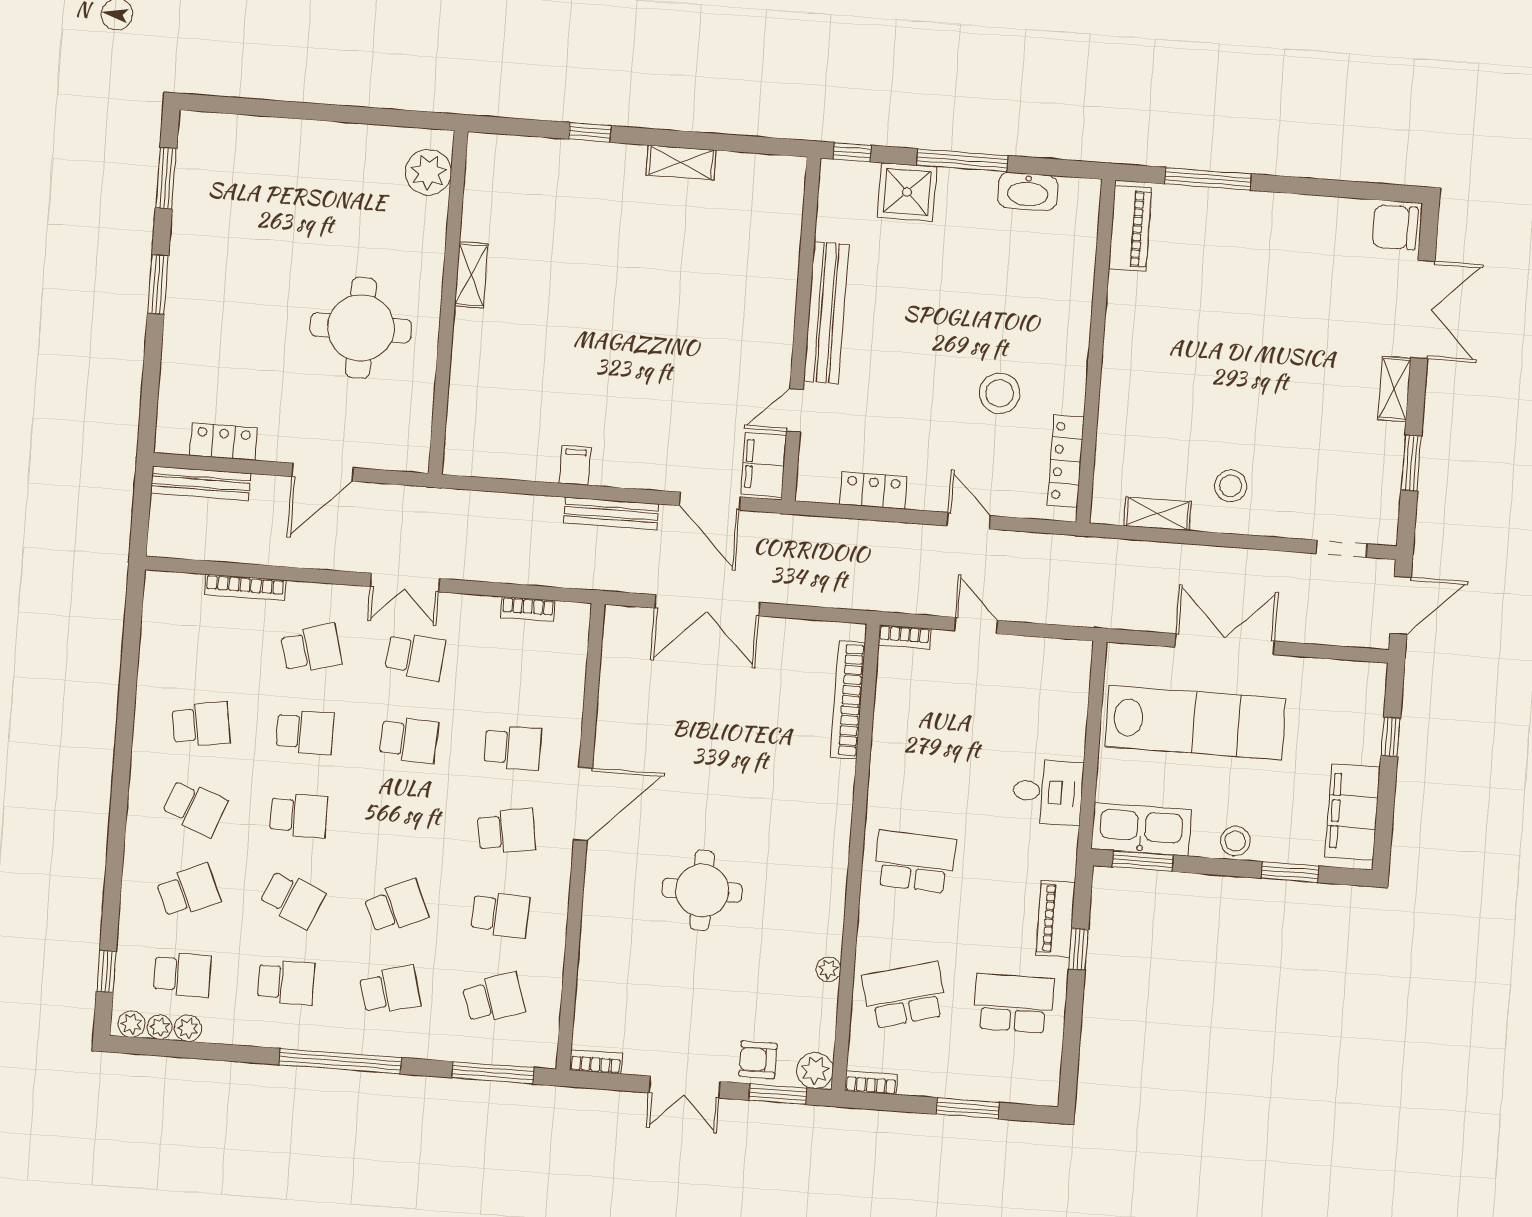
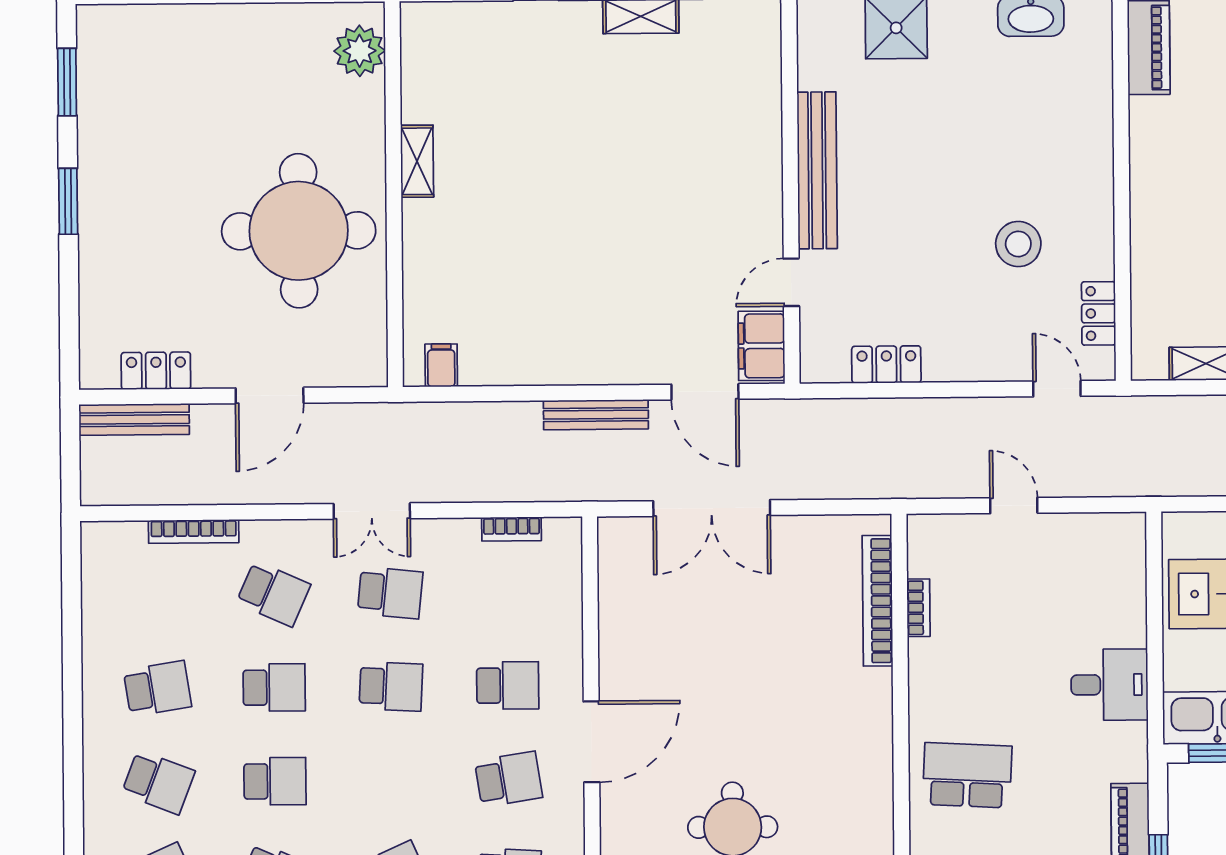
round table: (361, 328) -> (299, 231), width x1.36, depth x1.36
locker: (1066, 461) -> (1099, 313), width x0.66
filing cabinet: (575, 465) -> (441, 365), moved
door: (969, 521) -> (1057, 389), moved
bookcase: (904, 637) -> (918, 608), moved, turned -90
school desk: (311, 649) -> (273, 594), turned 39

